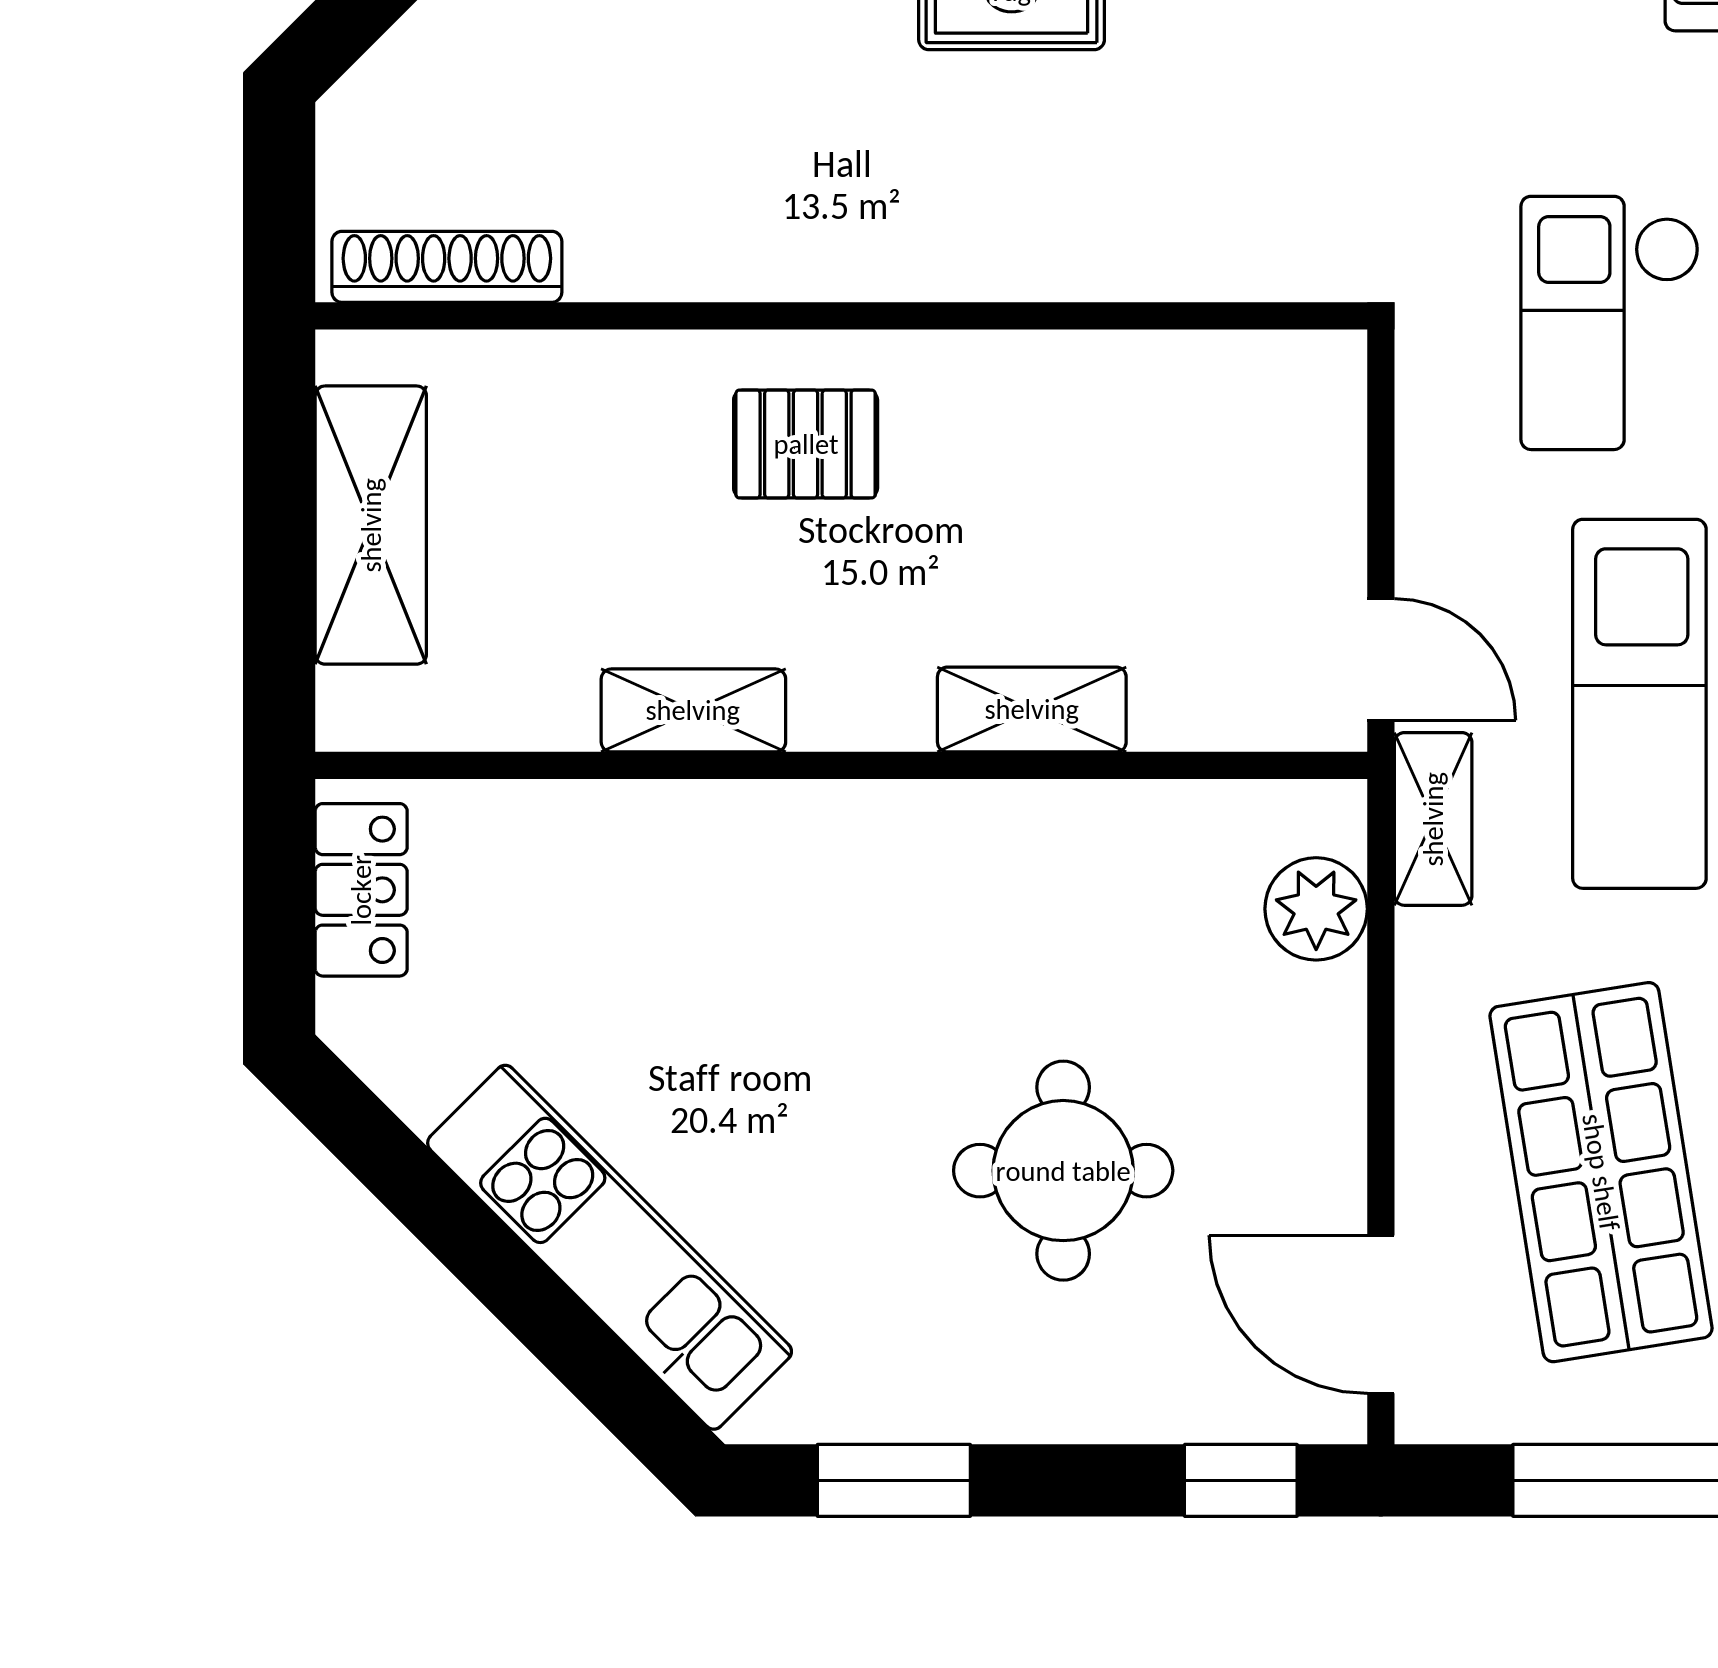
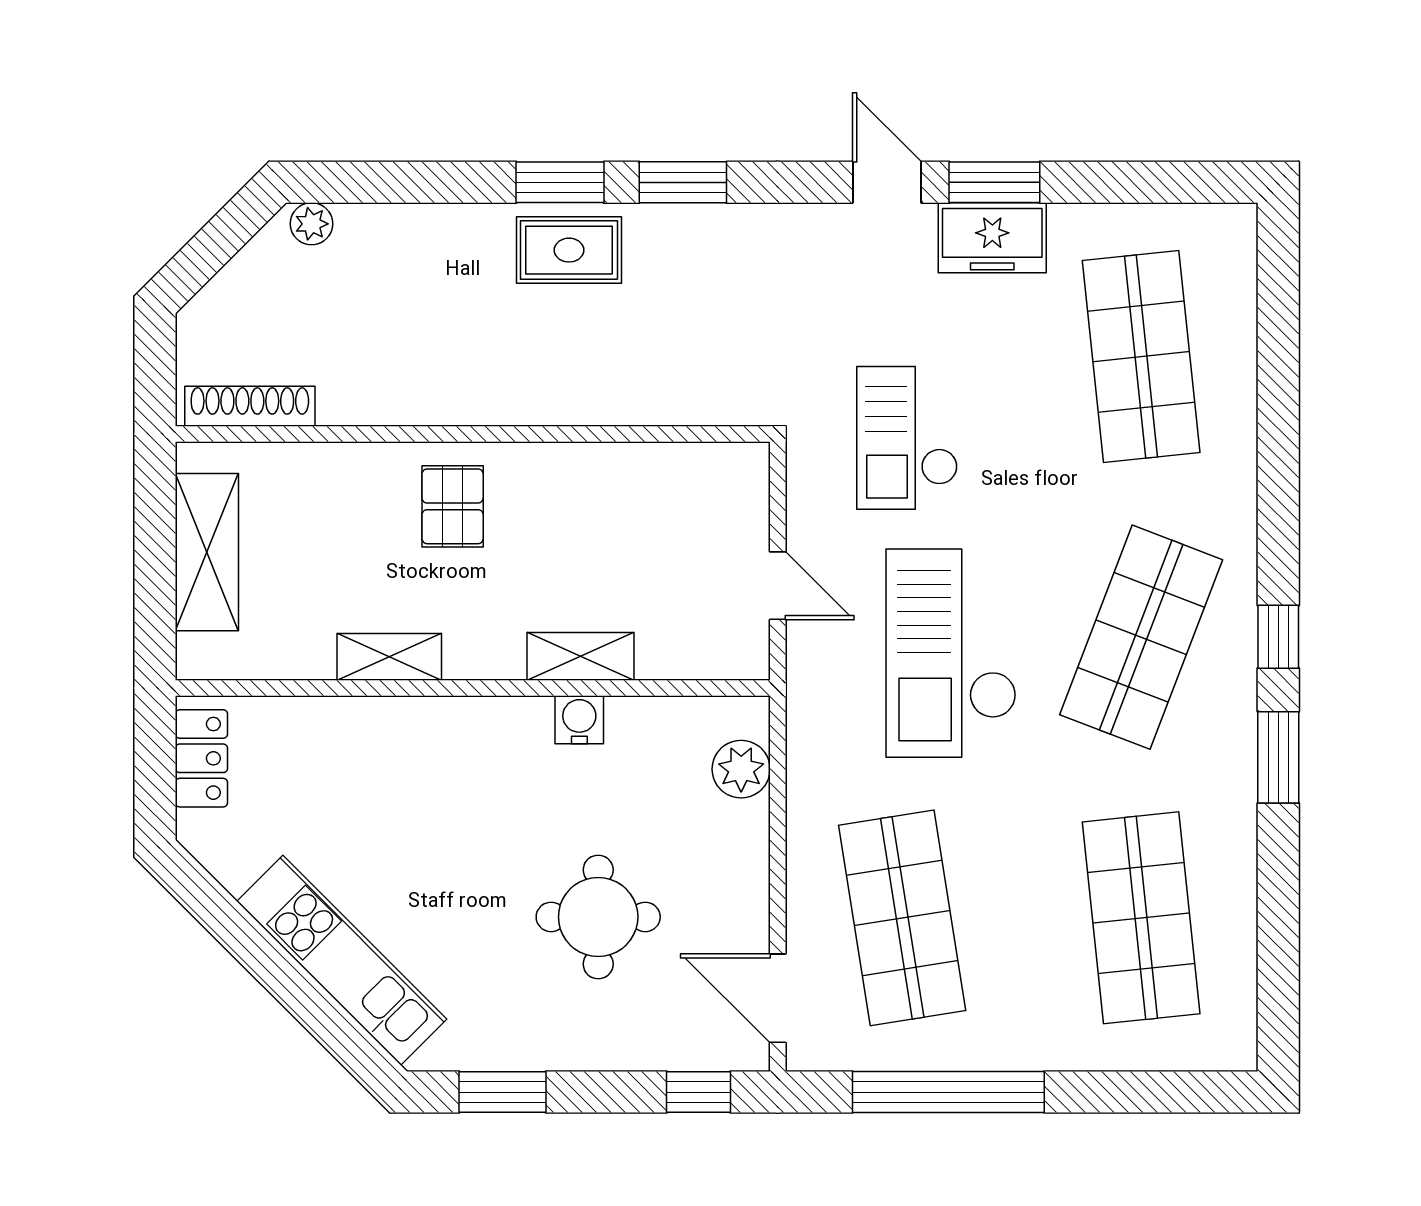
pallet: (806, 444) -> (453, 506), turned 90
door: (1381, 659) -> (778, 586), moved
shelving: (1433, 819) -> (807, 718), removed
water cooler: (1030, 822) -> (579, 720), added

